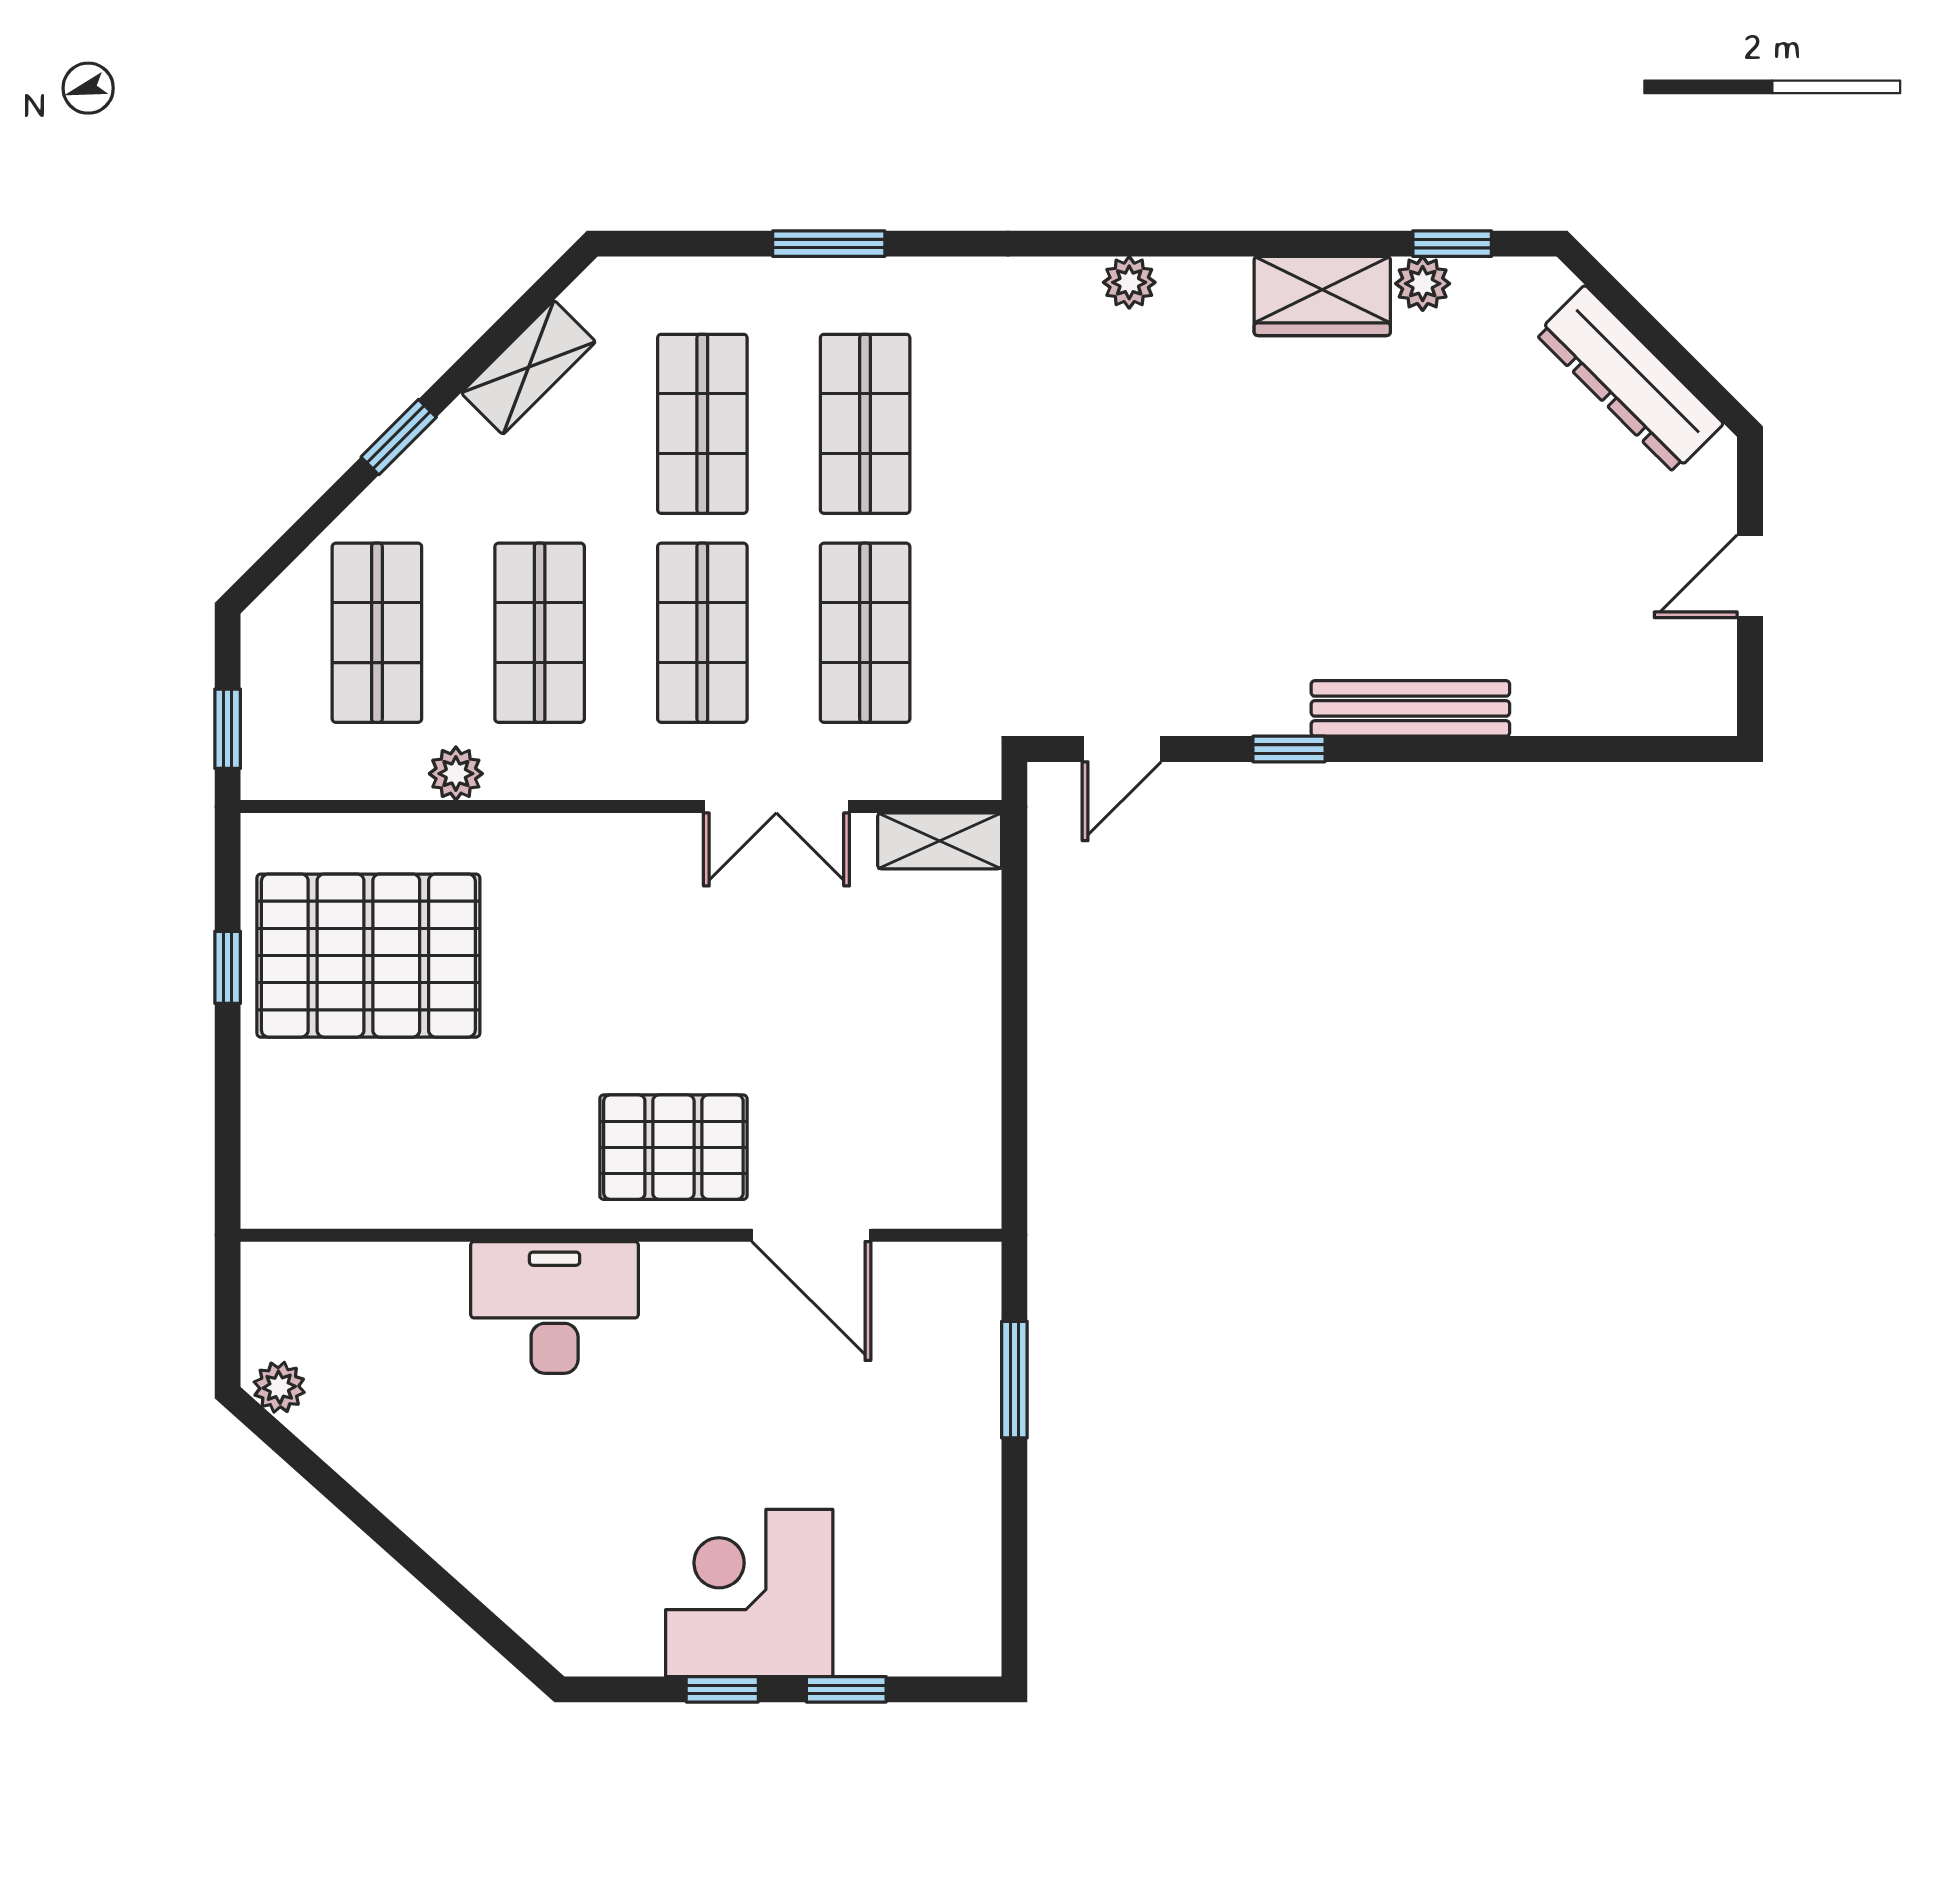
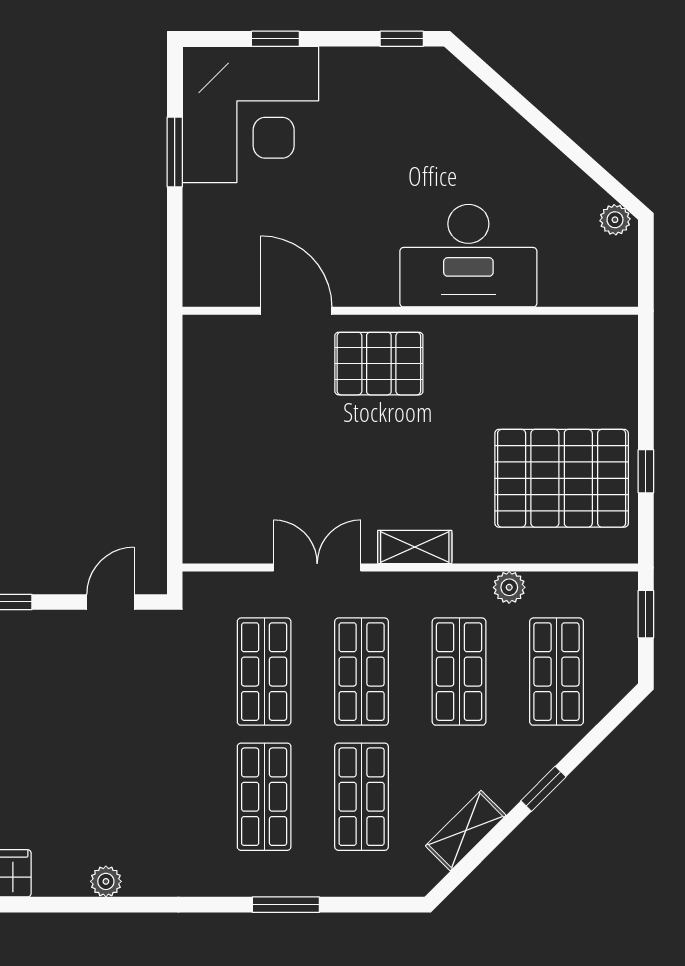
shelving: (940, 841) -> (415, 547), moved
desk: (555, 1307) -> (468, 256), width x1.36, depth x1.30
window: (1014, 1380) -> (175, 152), moved
corner desk: (749, 1593) -> (250, 115), moved, width x1.36, depth x1.36
window: (722, 1689) -> (402, 39), moved

